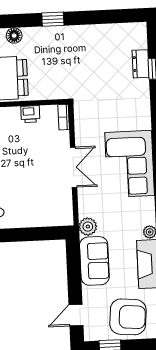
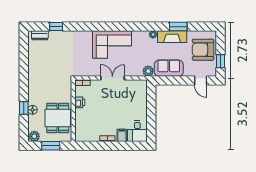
window: (53, 19) -> (24, 108), moved
dresser: (141, 64) -> (40, 35), moved
armchair: (128, 317) -> (203, 50), turned -95

